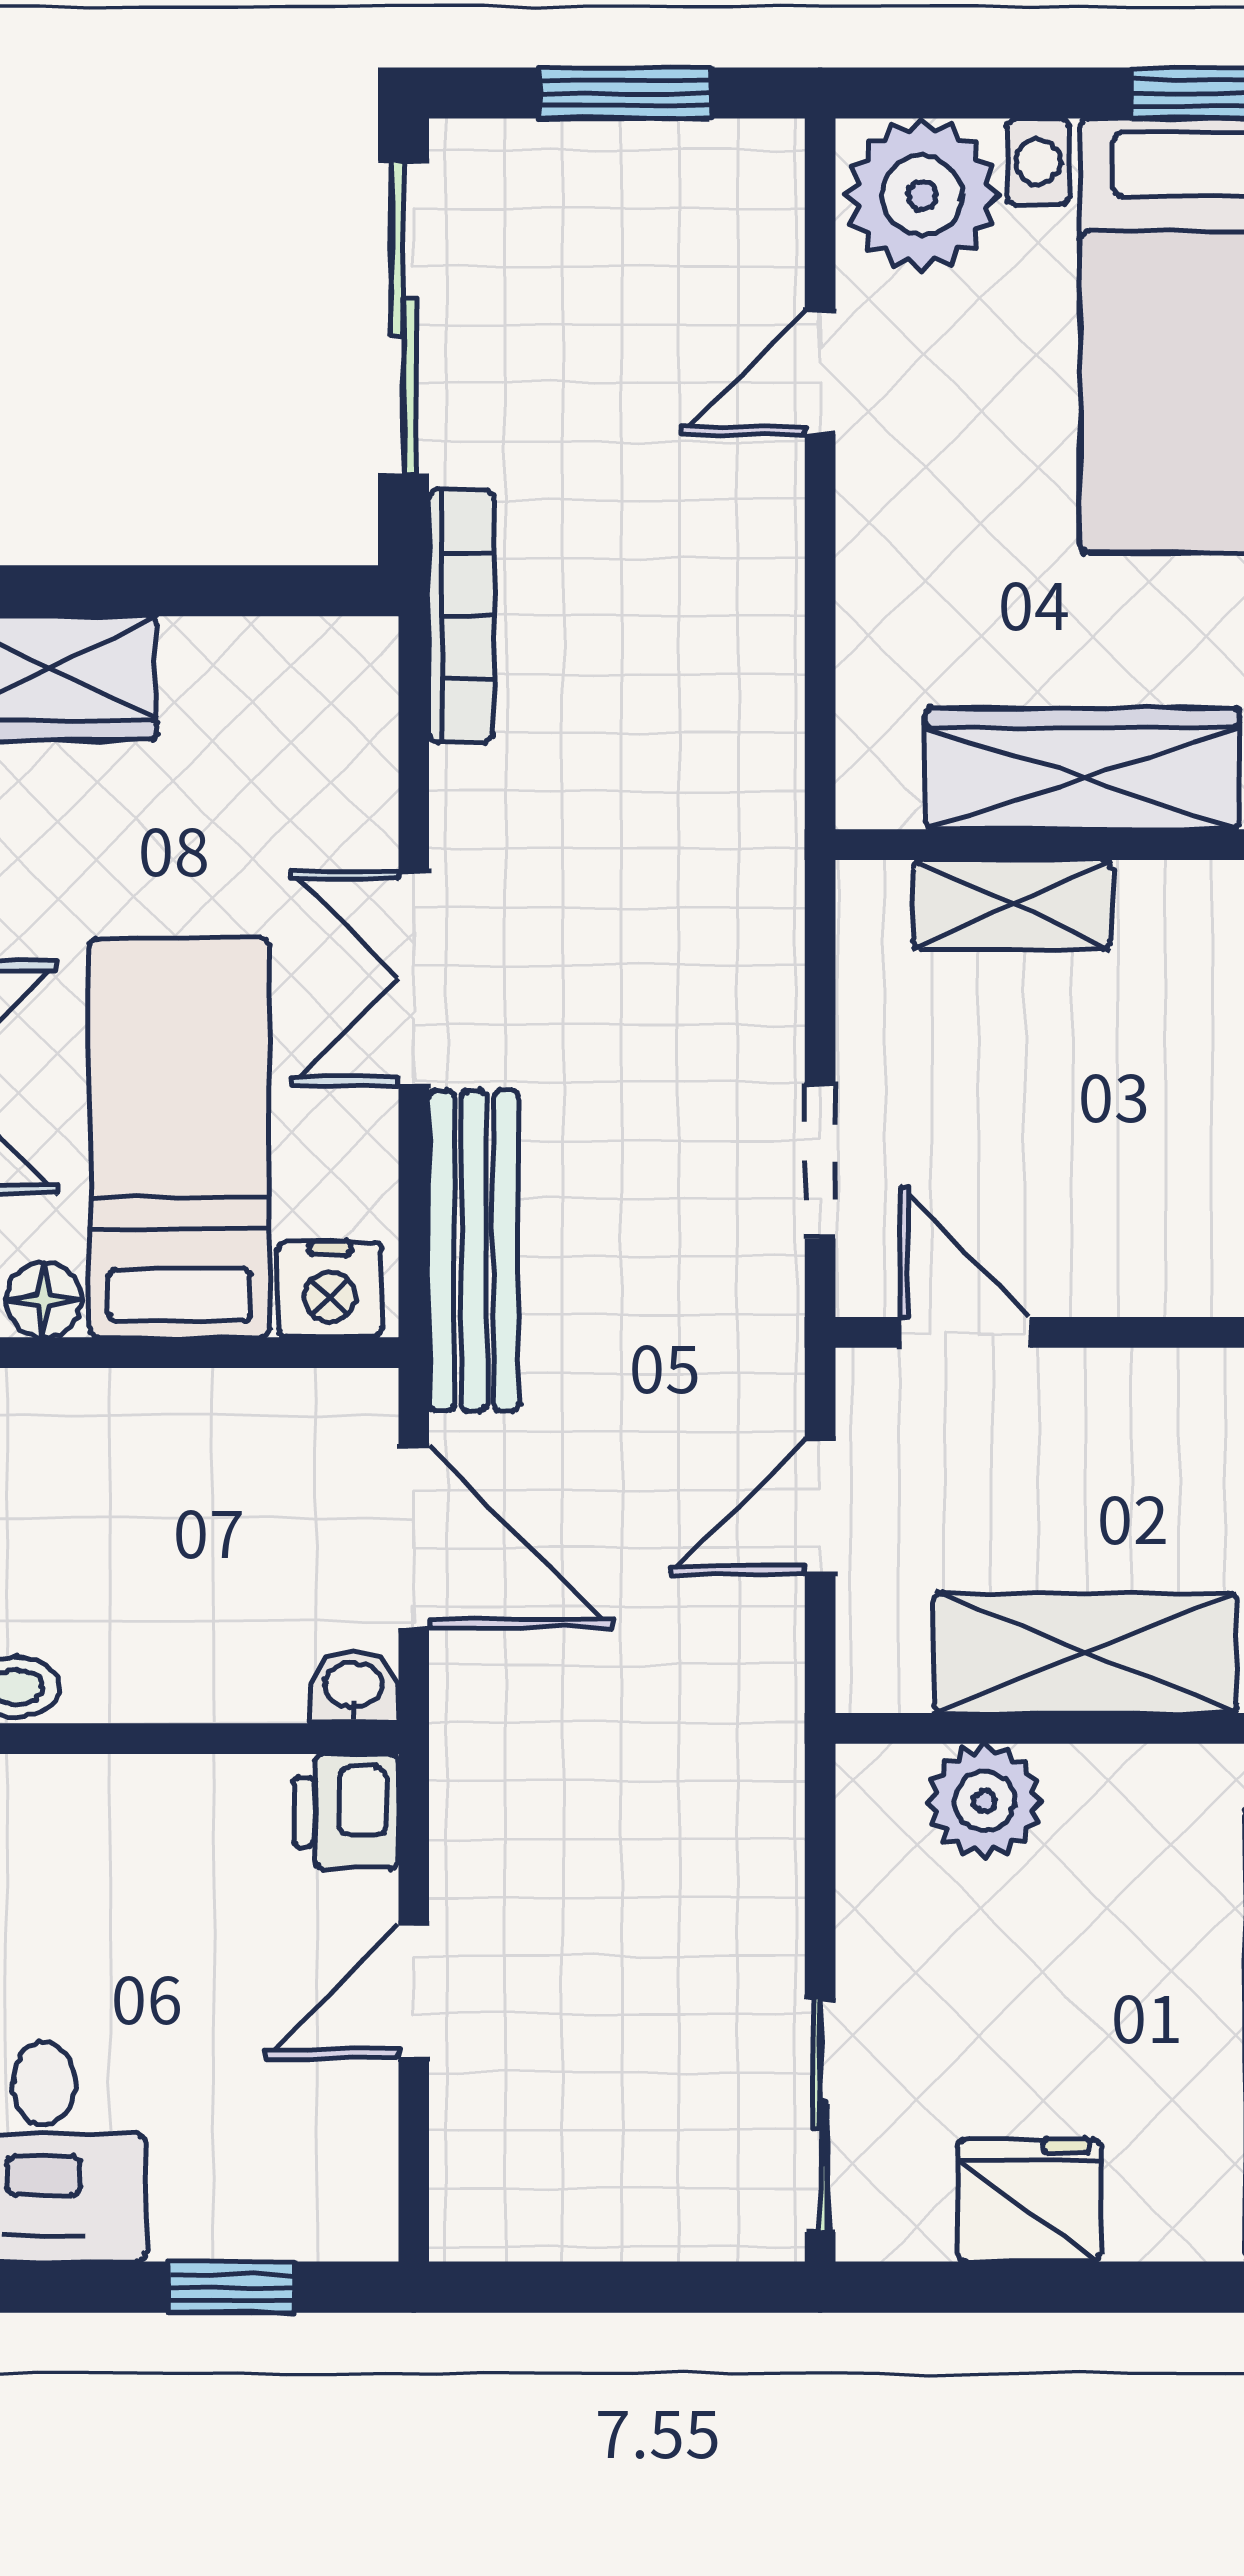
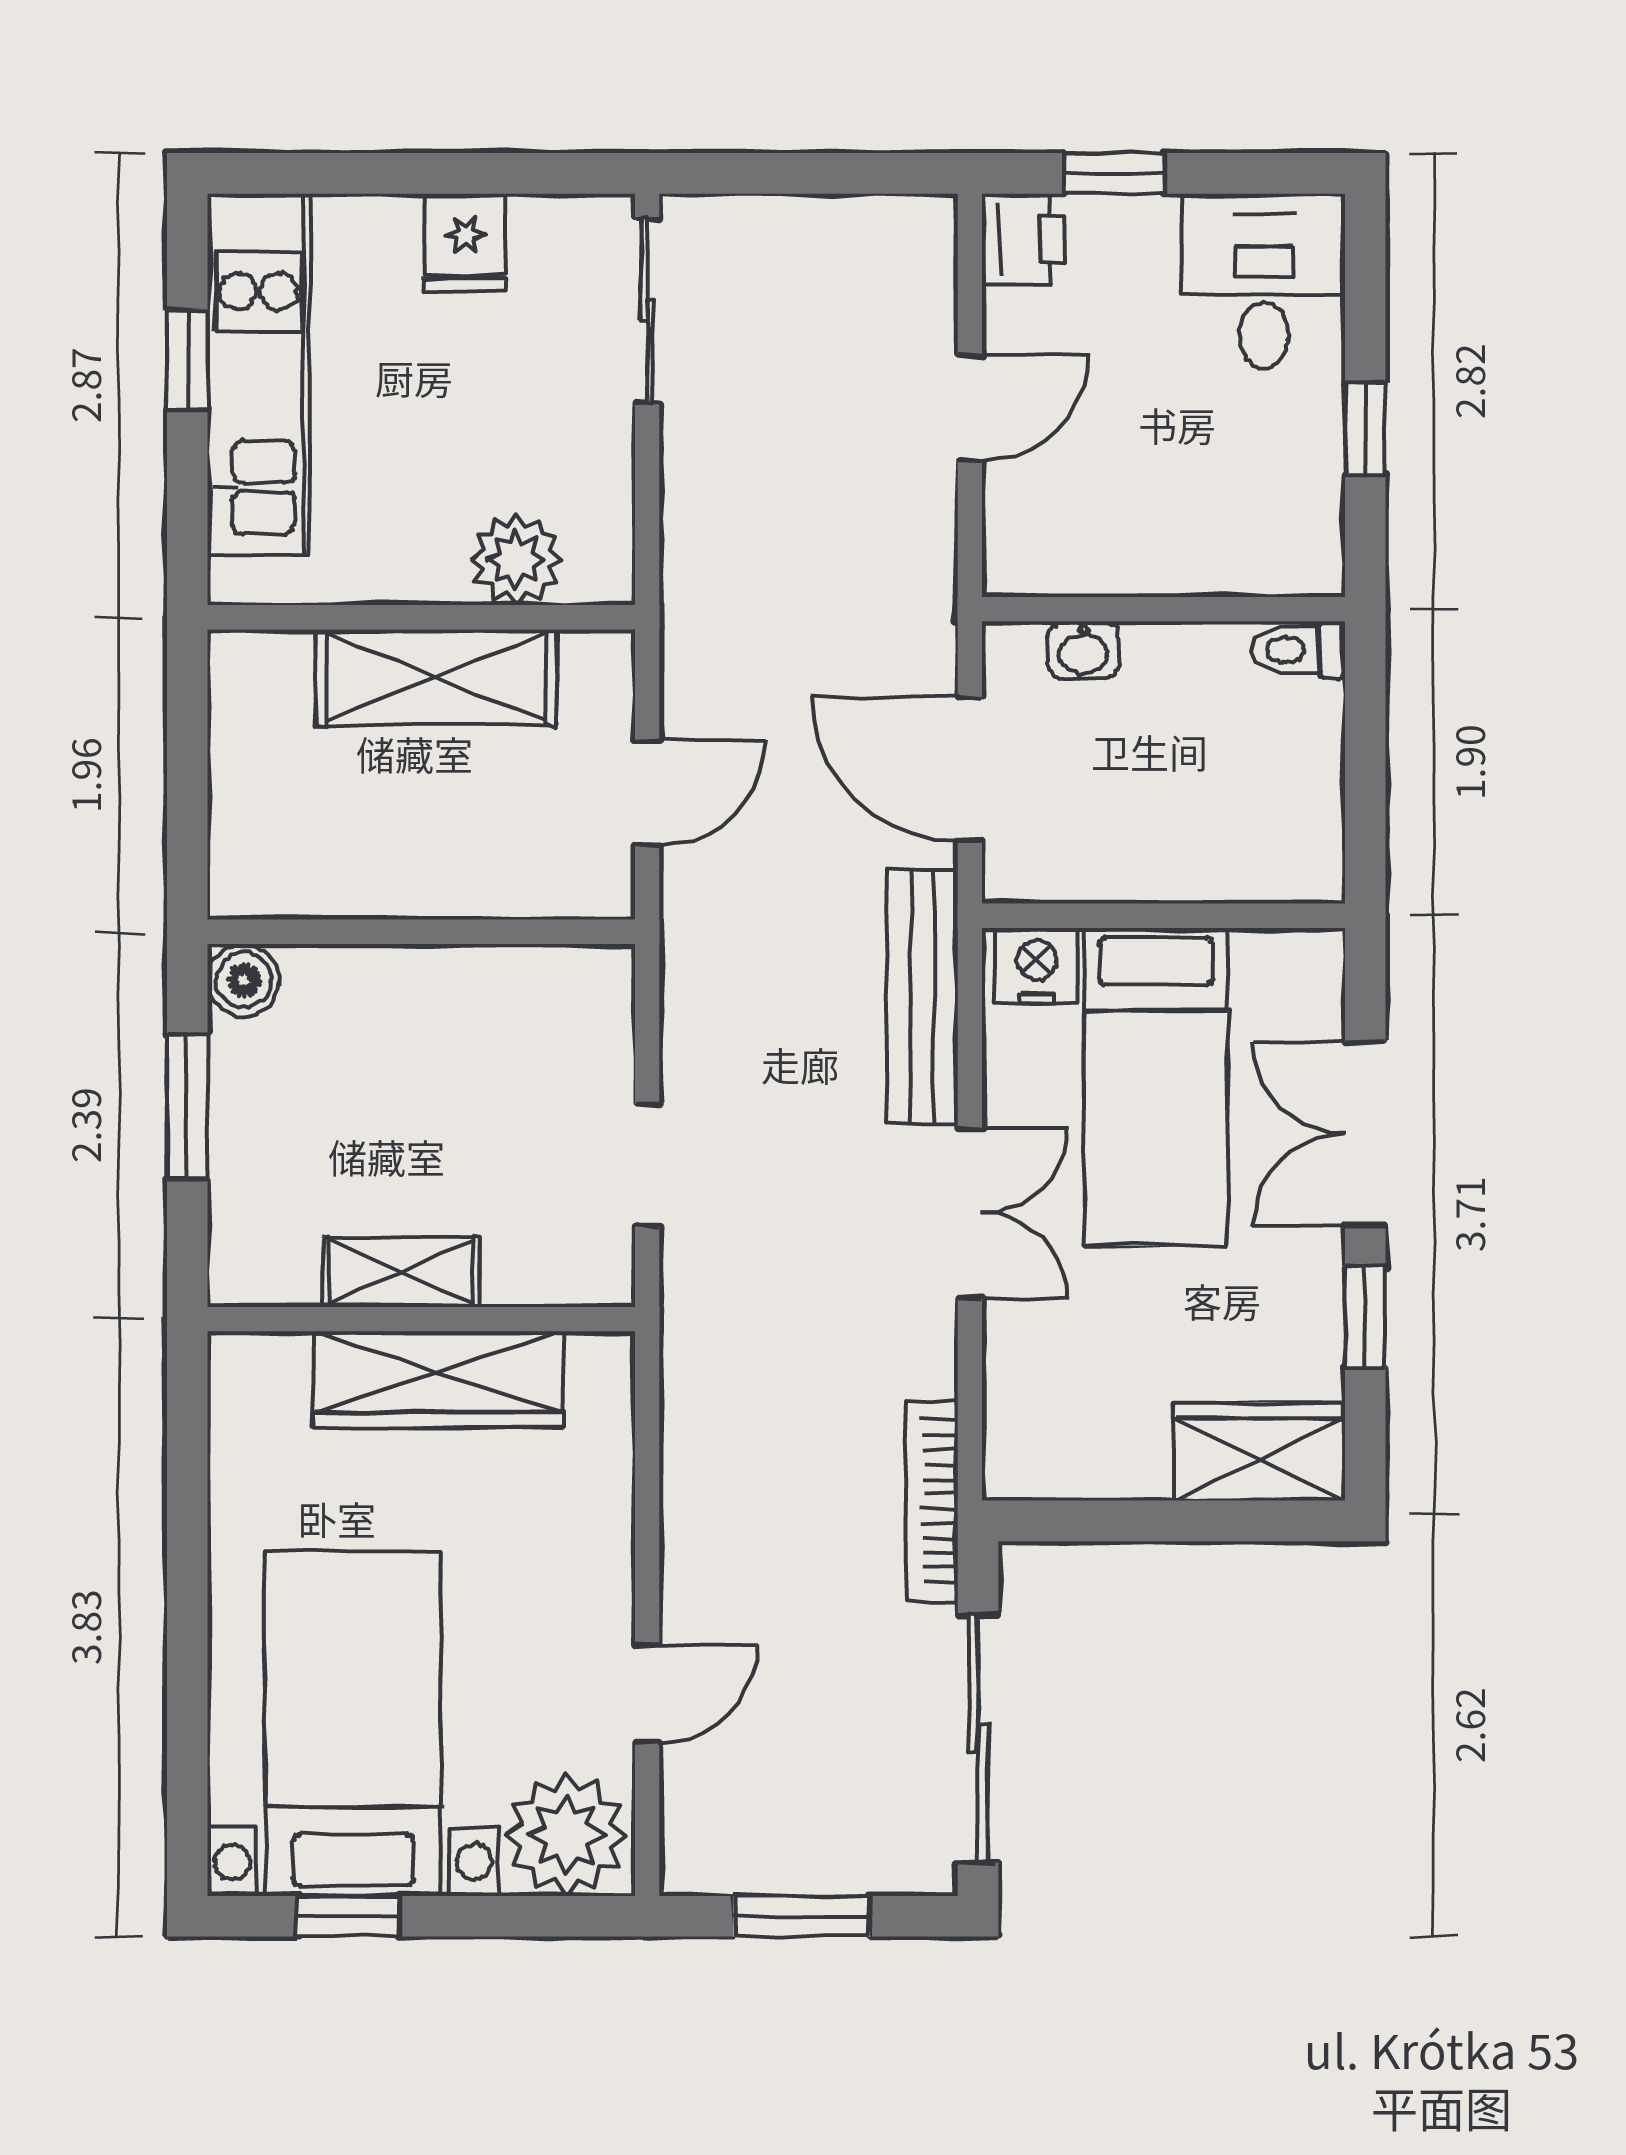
shelving: (1012, 904) -> (401, 1272), moved
doorway: (820, 1161) -> (647, 1165), moved
floor lamp: (44, 1300) -> (1264, 958), removed
door: (965, 1332) -> (532, 932), removed
washbasin: (354, 1687) -> (1083, 650), moved
printer: (346, 1812) -> (1024, 239), moved
fridge: (1029, 2200) -> (465, 243), width x0.72

